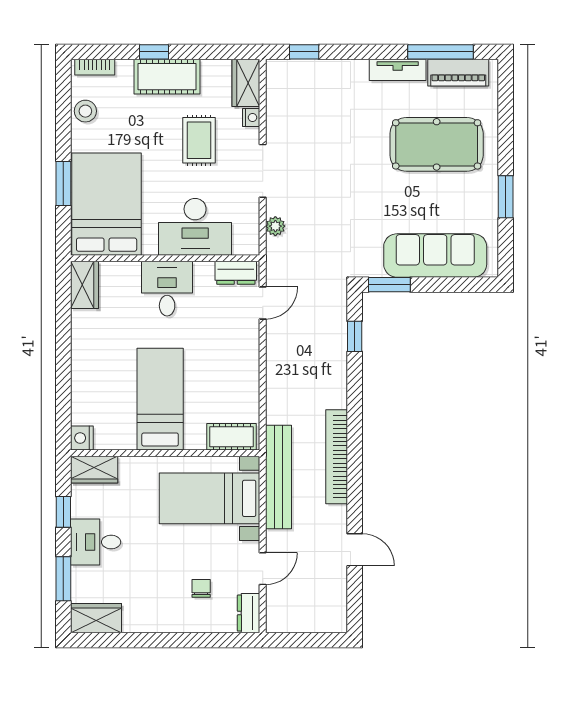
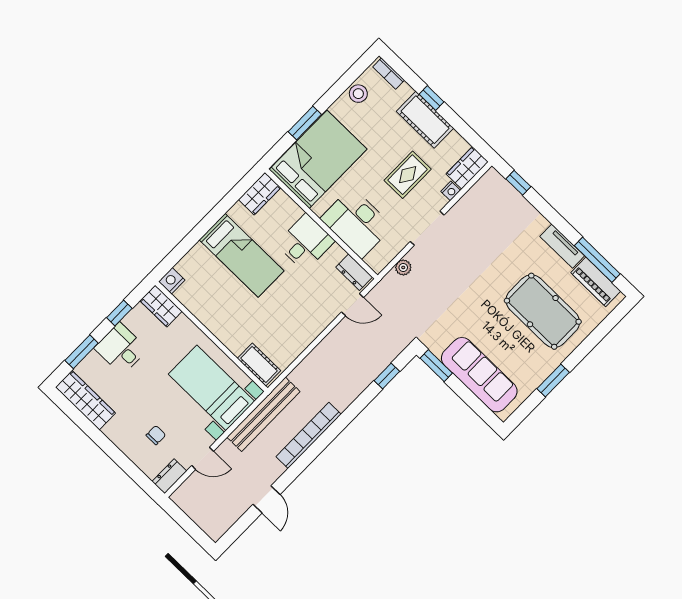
bed: (160, 399) -> (242, 255), moved, turned 90
wardrobe: (96, 618) -> (85, 400), width x1.50

